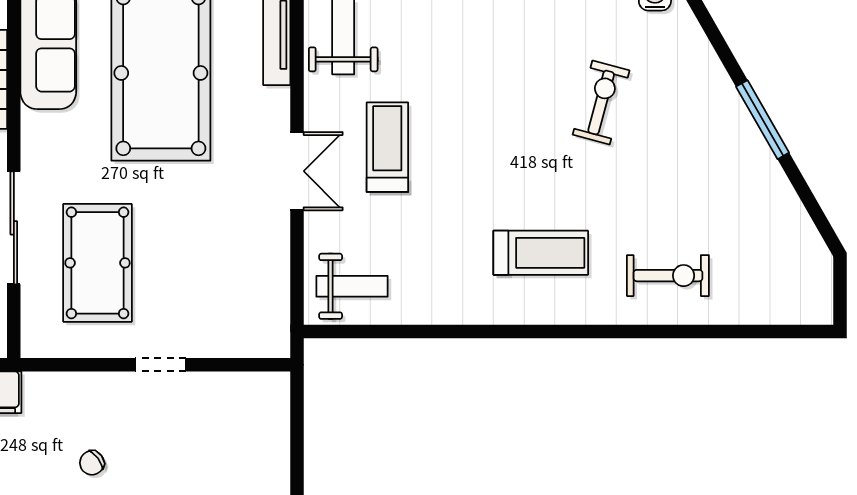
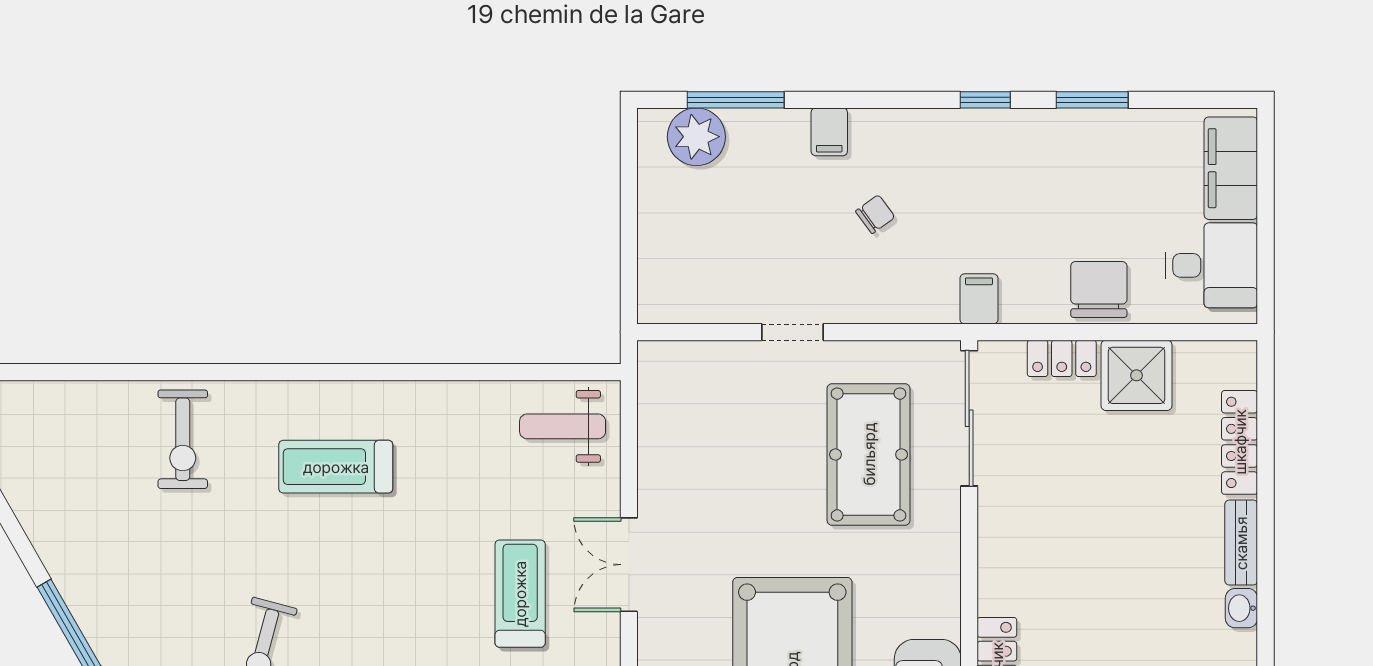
treadmill: (387, 147) -> (520, 594), turned 180
sliding door: (14, 228) -> (969, 418), moved
exercise bike: (668, 276) -> (183, 439), turned -90

